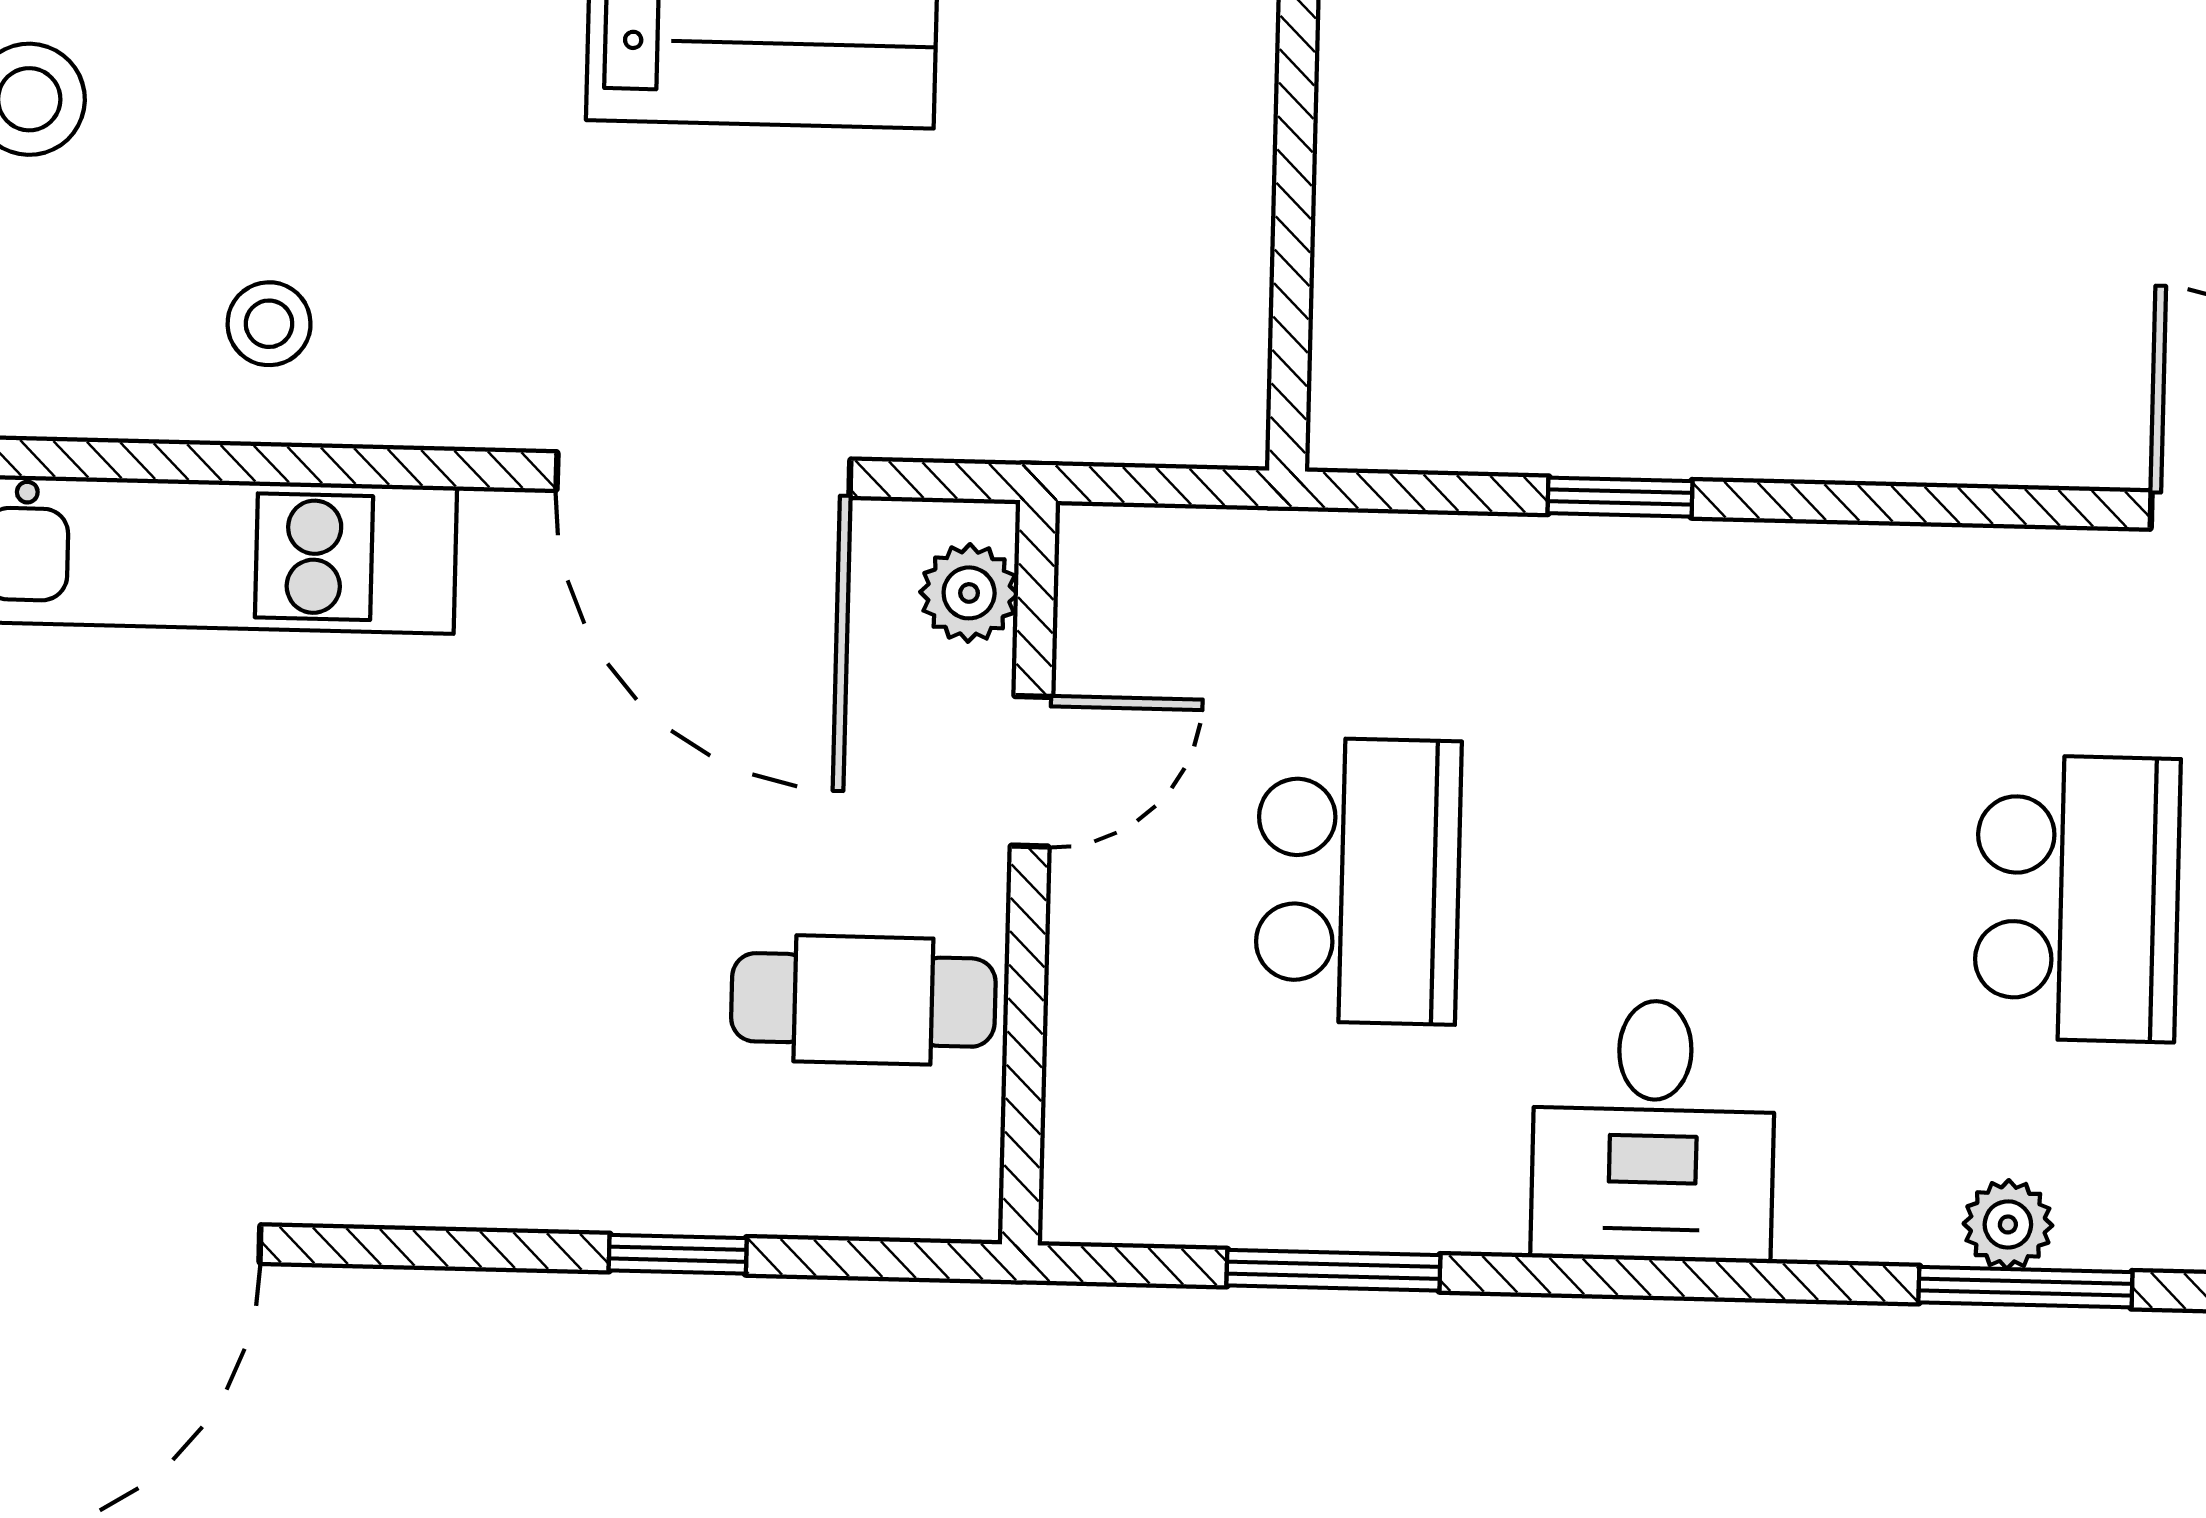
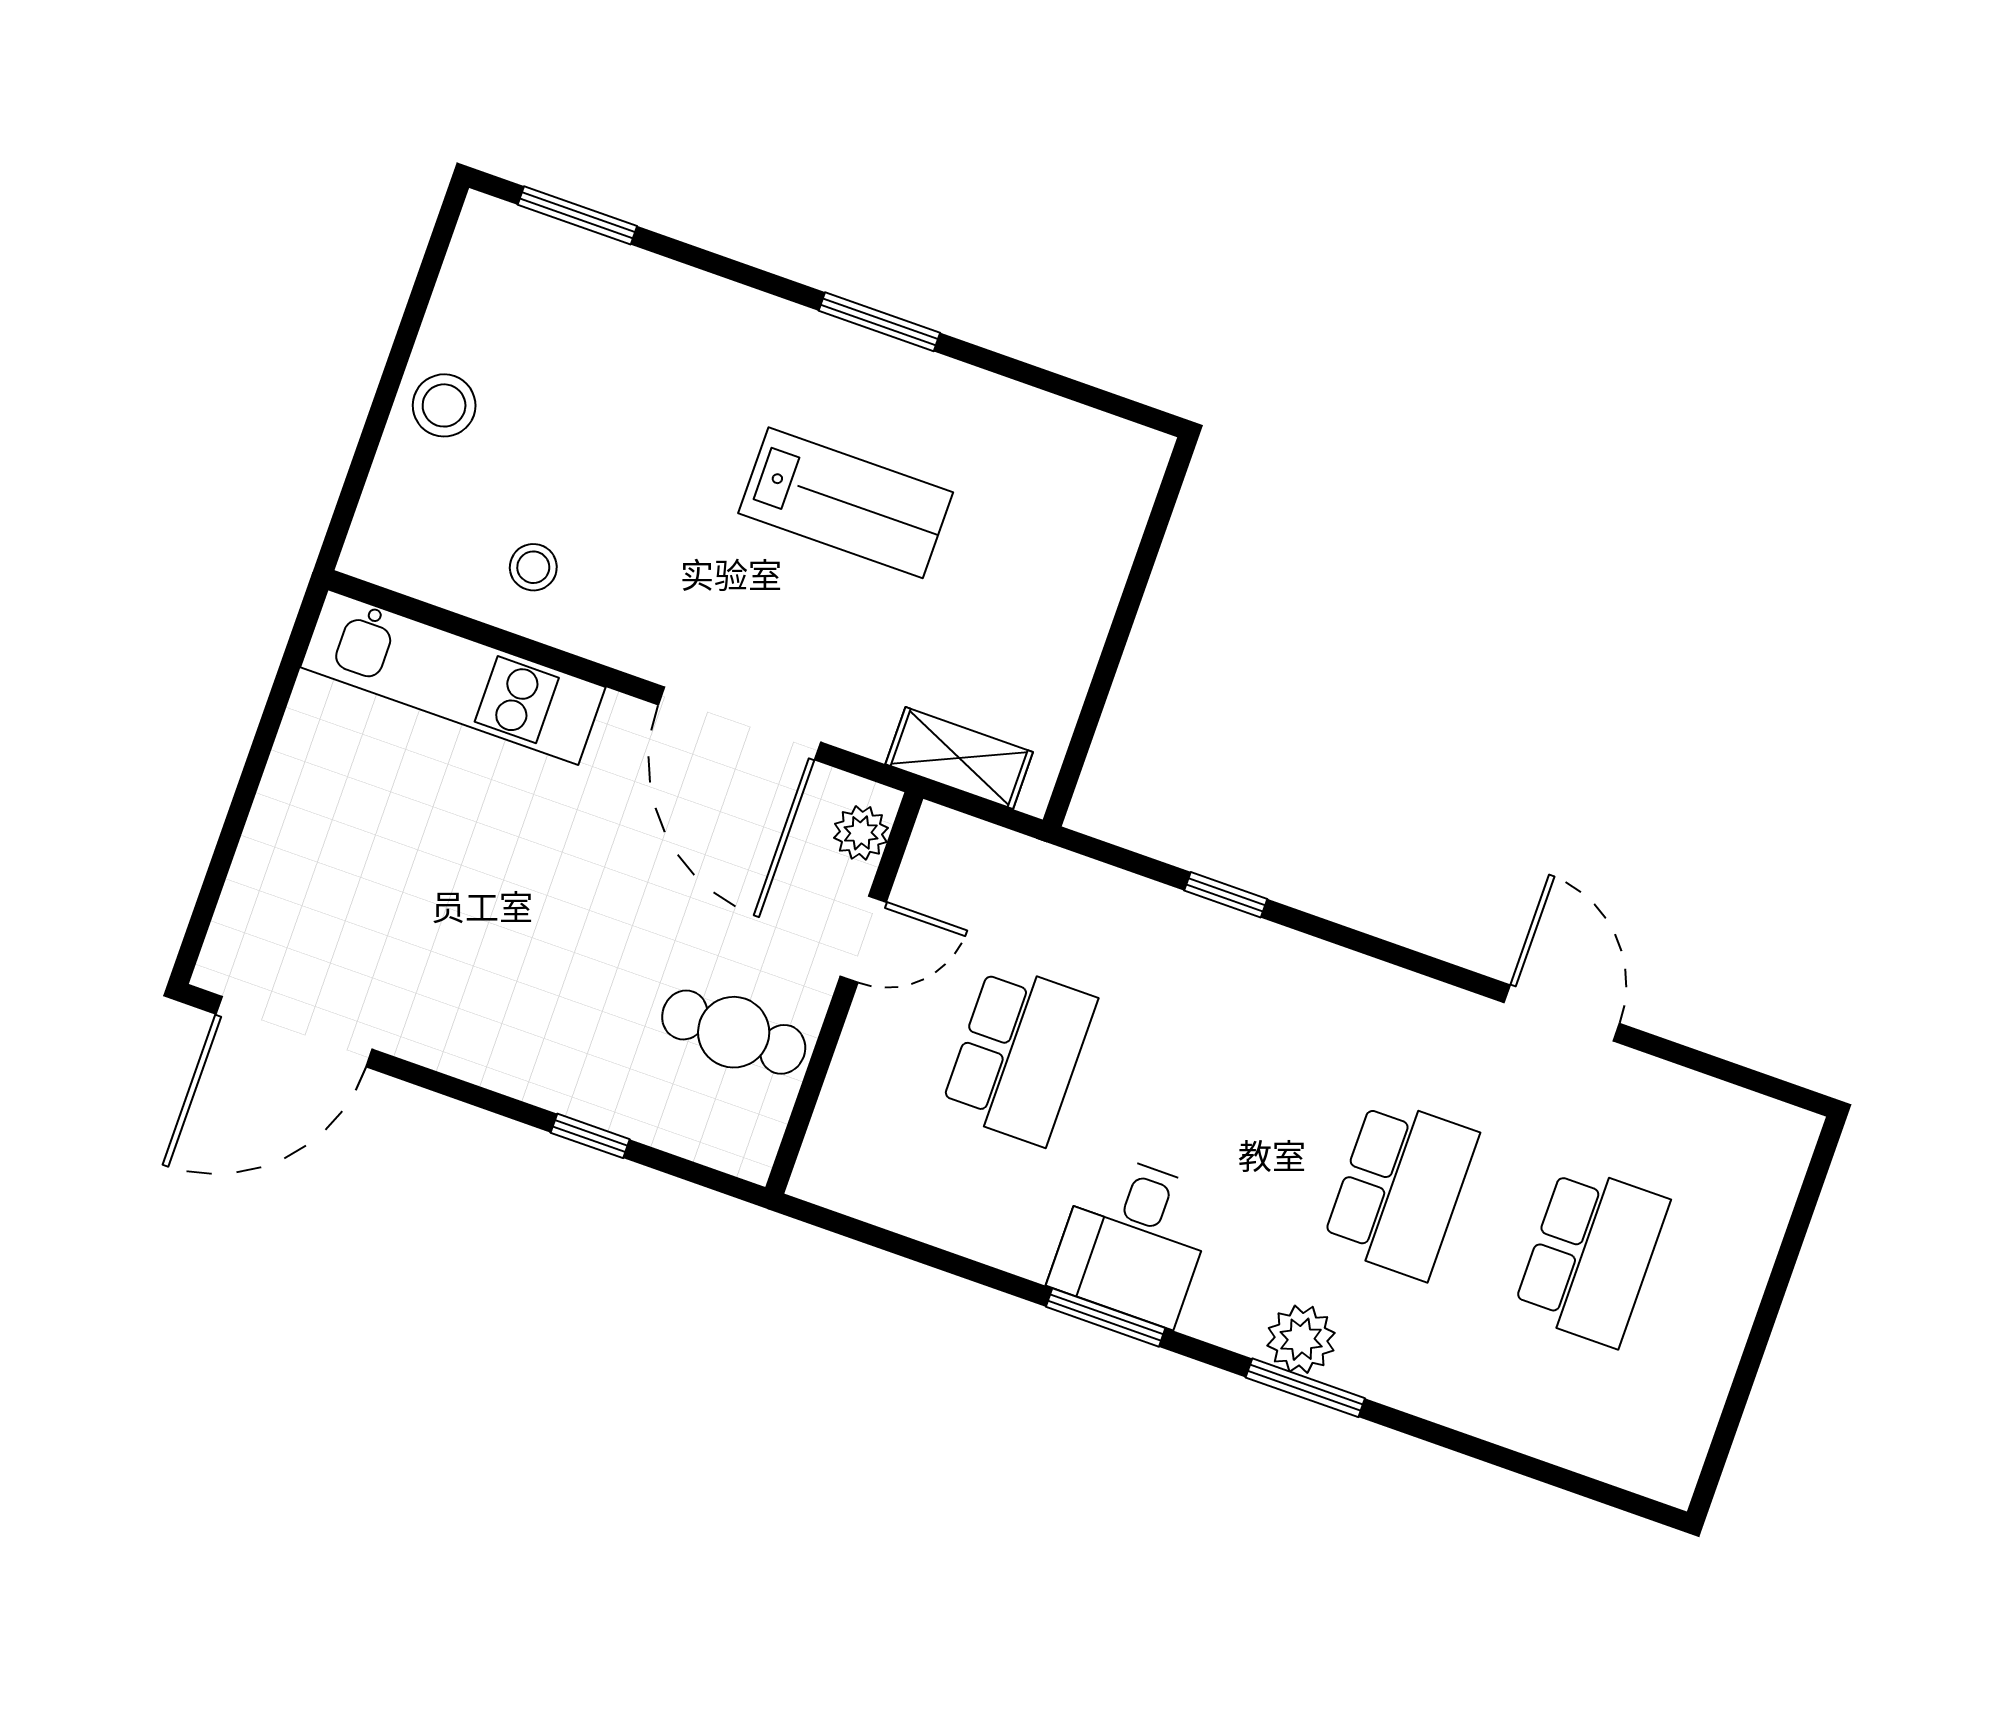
shelving: (1094, 412) -> (959, 758), added
plant: (2008, 1224) -> (1301, 1339), width x1.38, depth x1.38
window: (1333, 1270) -> (1106, 1317), moved

